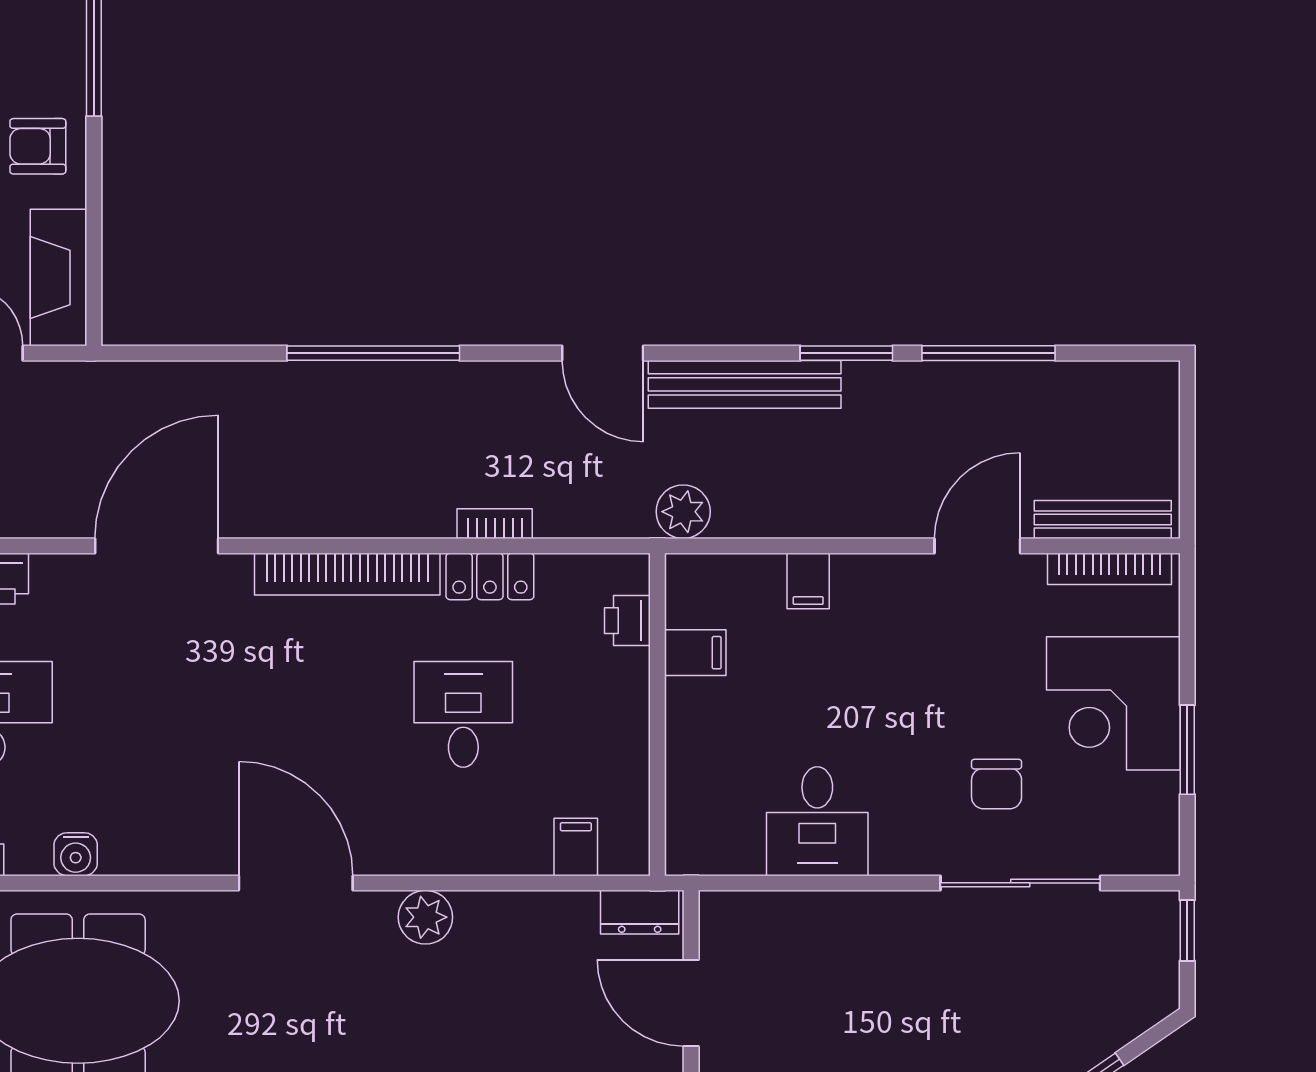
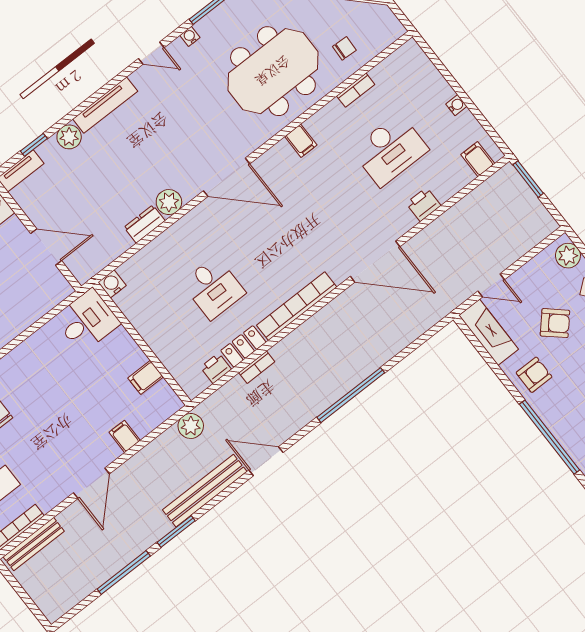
door: (157, 546) -> (375, 262), hinge flipped
door: (977, 546) -> (91, 483), moved
printer: (627, 621) -> (216, 368), moved, turned -90
desk: (817, 821) -> (87, 321), moved, turned 90
filing cabinet: (576, 847) -> (301, 141), moved
water cooler: (76, 854) -> (112, 284), moved
dresser: (640, 912) -> (145, 224), moved

